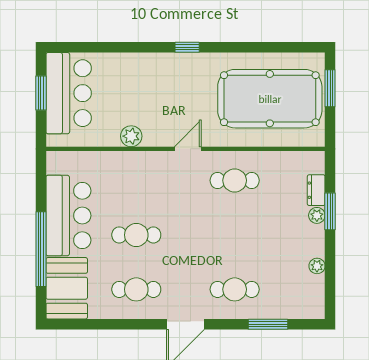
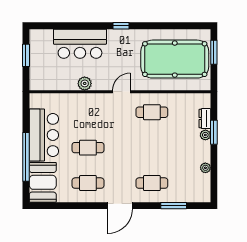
bar counter: (69, 93) -> (80, 44), moved, turned 90

